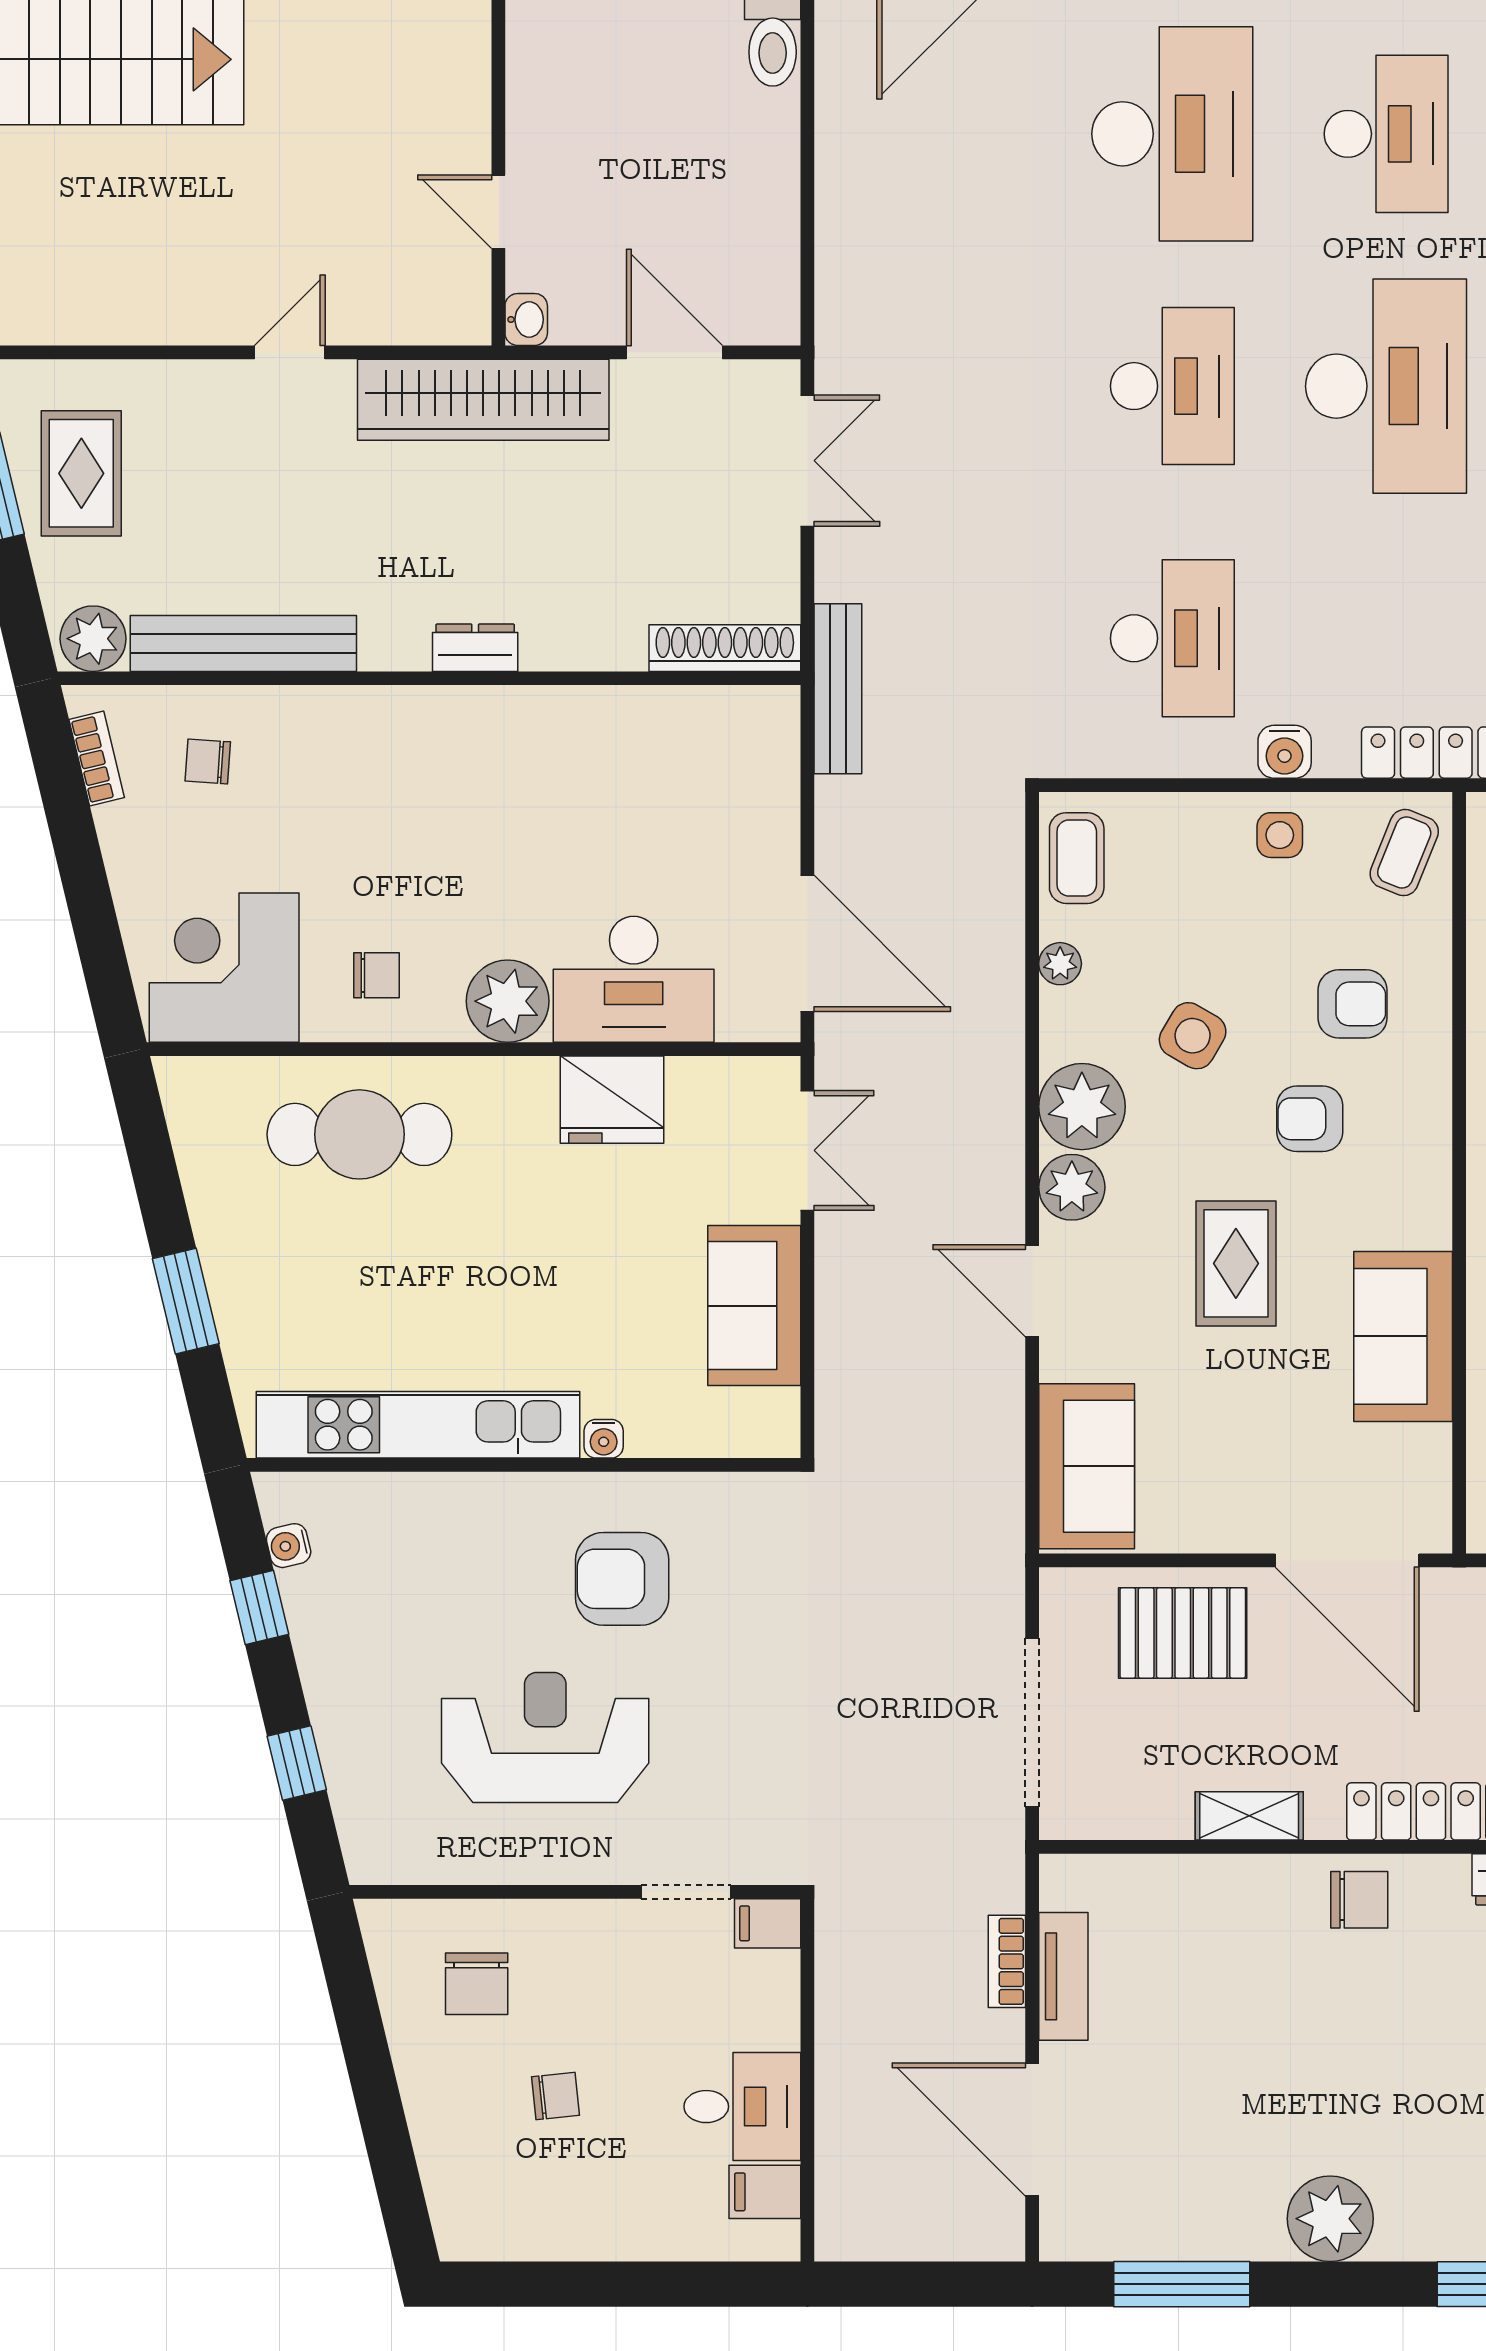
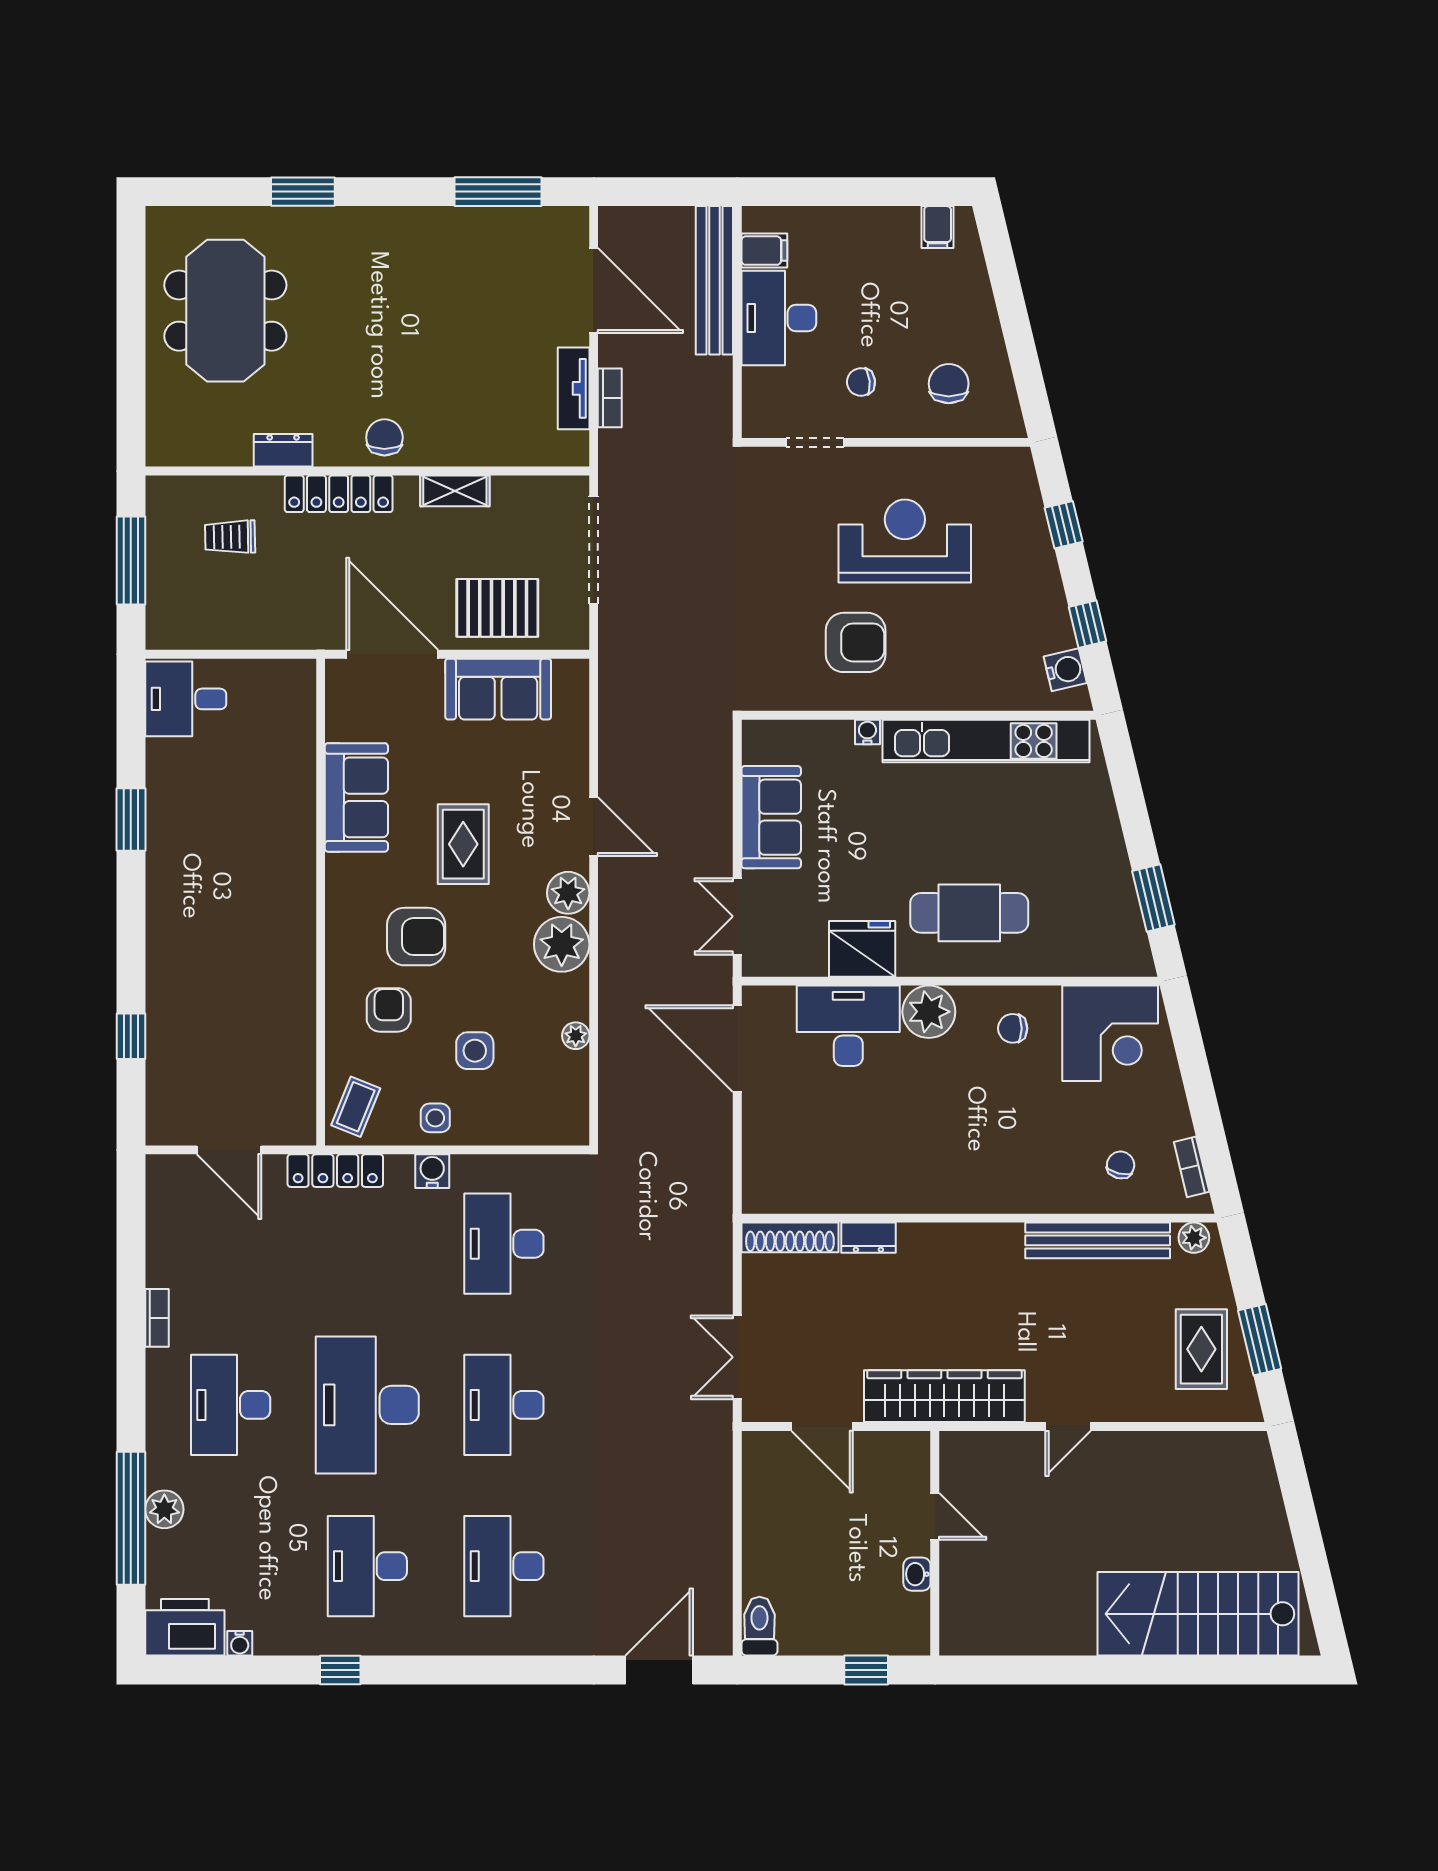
desk: (1172, 134) -> (504, 1566), width x0.73, depth x0.77
washbasin: (526, 319) -> (917, 1574), moved
plant: (93, 639) -> (1194, 1238), width x0.73, depth x0.73
dresser: (475, 648) -> (868, 1238), moved
bench: (838, 689) -> (714, 280), moved, width x1.37, depth x1.21
chair: (208, 761) -> (1121, 1165), turned -80
coffee table: (1077, 858) -> (565, 1103), removed
armchair: (1353, 1004) -> (389, 1010), turned 90
side table: (1193, 1036) -> (475, 1051), moved, turned -30
armchair: (1310, 1119) -> (416, 937), width x1.38, depth x1.38
cafe table: (359, 1134) -> (969, 913), moved
window: (186, 1301) -> (1153, 898), moved
sofa: (1087, 1466) -> (498, 689), moved, turned -90
water cooler: (289, 1546) -> (1065, 670), width x1.38, depth x1.38
reception desk: (545, 1737) -> (905, 541), turned 180
chair: (1359, 1900) -> (384, 437), turned 90
filing cabinet: (768, 1923) -> (938, 227), moved, turned 90
chair: (555, 2096) -> (861, 382), moved
desk: (742, 2107) -> (779, 318), width x1.37
plant: (1330, 2219) -> (403, 233), removed

